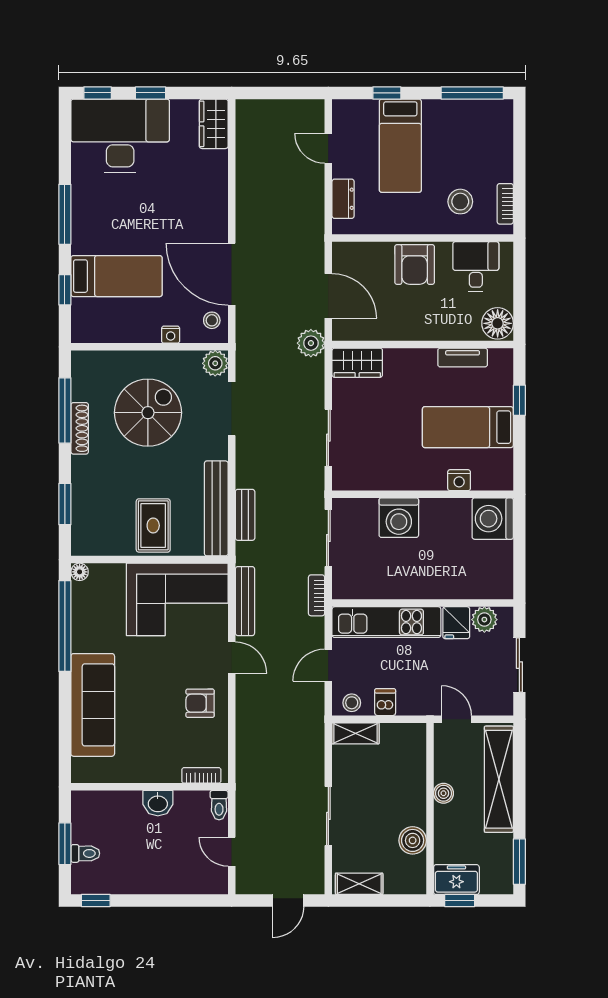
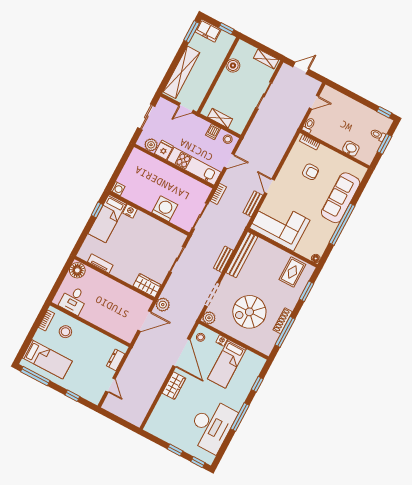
wardrobe: (214, 124) -> (174, 386), moved
desk: (120, 136) -> (212, 426), moved, turned -90
bed: (400, 146) -> (47, 359), moved, turned 90
armchair: (415, 264) -> (100, 315), removed
bed: (117, 276) -> (227, 364), moved, turned -90
door: (328, 296) -> (144, 321), swing flipped
window: (519, 400) -> (97, 210), moved
bed: (468, 427) -> (107, 218), moved, turned 90
bench: (245, 515) -> (223, 259), moved
washing machine: (493, 519) -> (118, 189), width x0.53, depth x0.53
rug: (153, 525) -> (292, 272), moved
bench: (245, 601) -> (253, 204), width x0.73
window: (65, 626) -> (342, 224), moved
armchair: (200, 703) -> (311, 172), moved
door: (456, 719) -> (186, 108), hinge flipped
shelving: (356, 733) -> (220, 118), moved
boiler: (443, 793) -> (209, 79), removed
washbasin: (158, 803) -> (351, 149), moved
door: (232, 852) -> (314, 102), hinge flipped
freezer: (456, 880) -> (208, 31), moved

